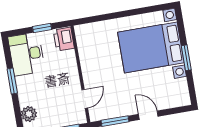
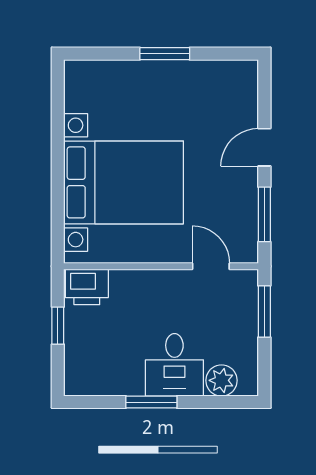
bed with nightstands: (151, 47) -> (124, 182), moved, turned -90
desk: (27, 54) -> (174, 365), moved, width x0.73

